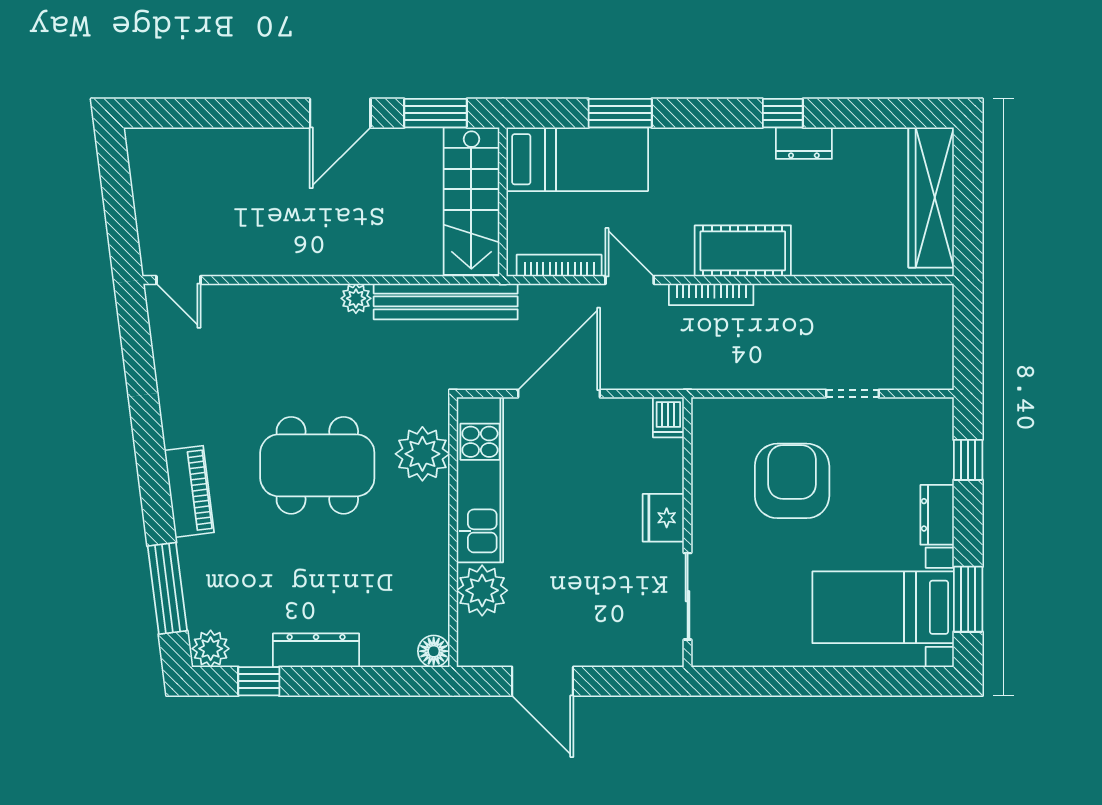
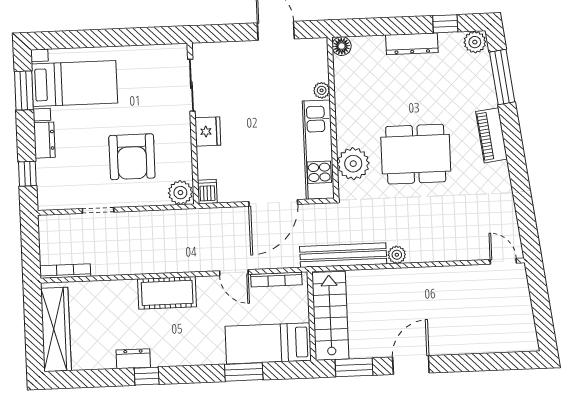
bookcase: (711, 294) -> (65, 271), moved
plant: (713, 418) -> (180, 193), added
plant: (482, 590) -> (322, 90), width x0.53, depth x0.53

